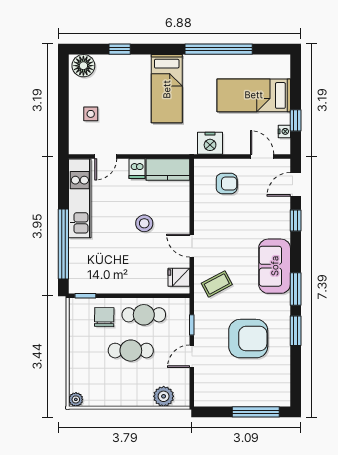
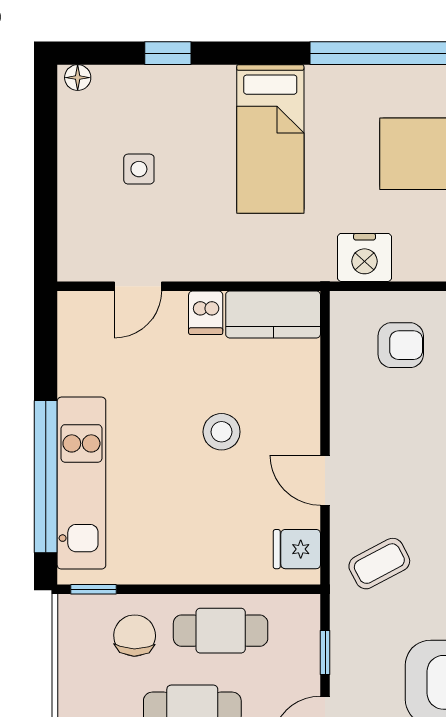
floor lamp: (83, 66) -> (78, 78), width x0.53, depth x0.53
side table: (91, 114) -> (139, 169), moved
kitchen unit: (80, 198) -> (81, 483), moved

